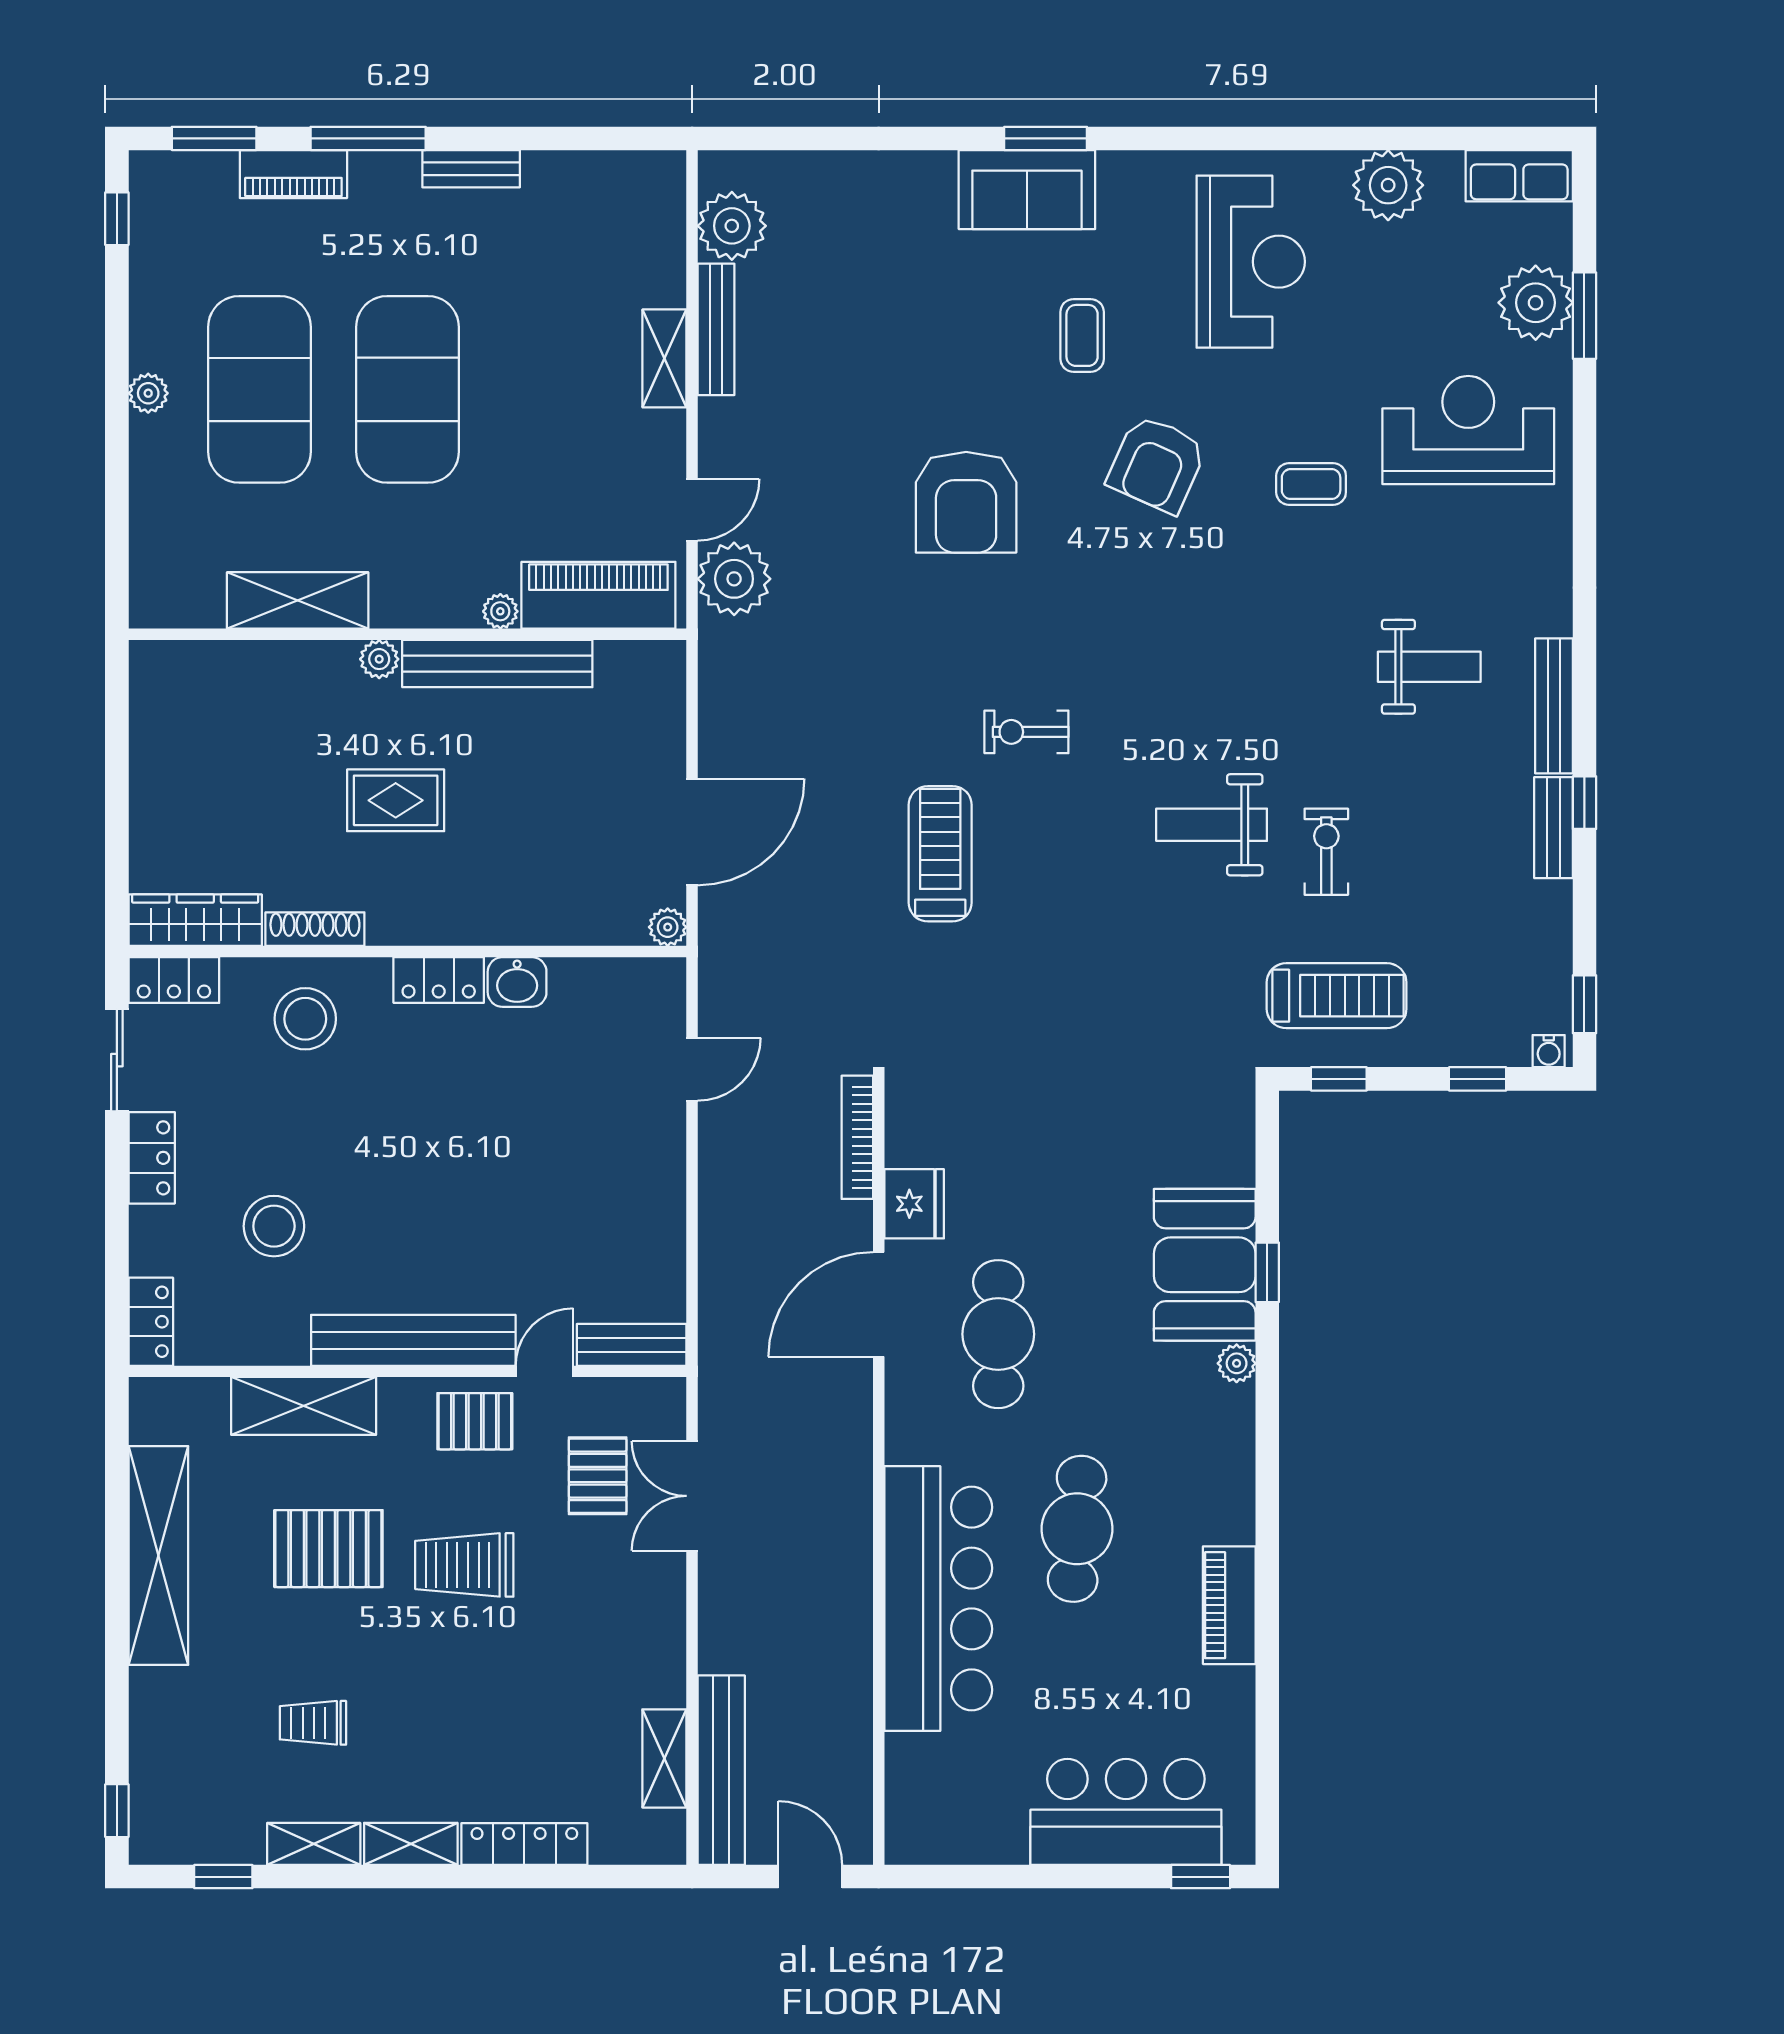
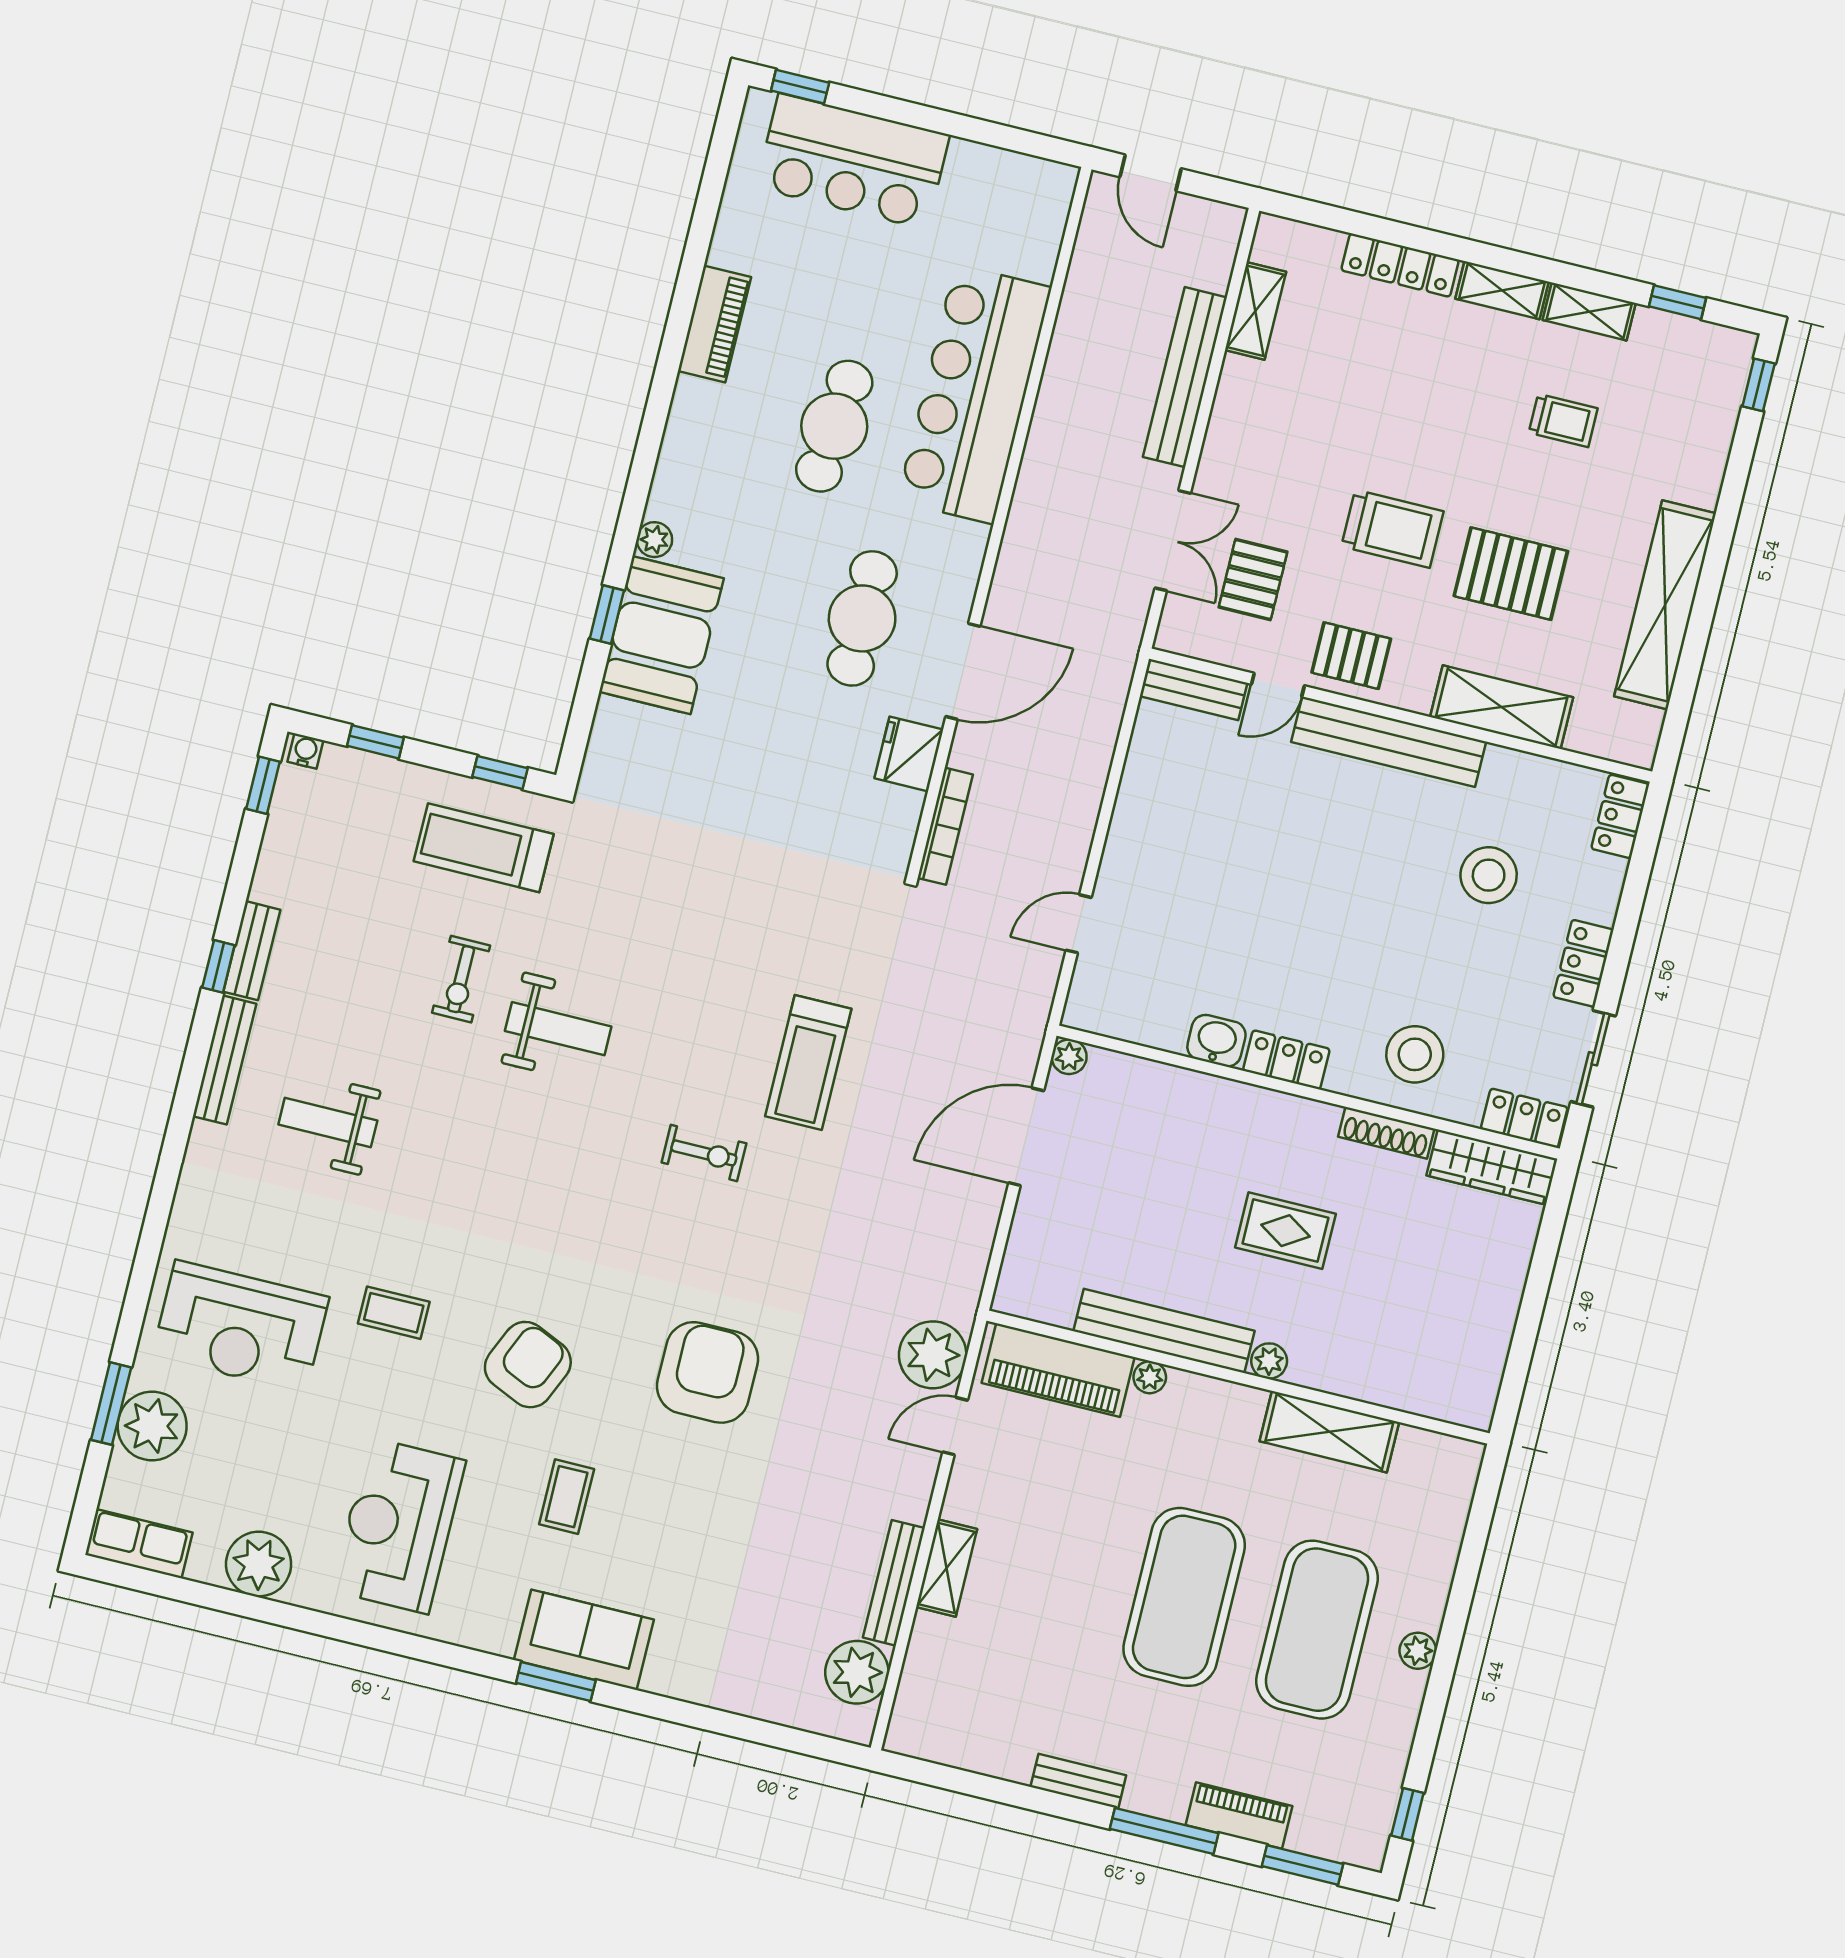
bench: (721, 1770) -> (1185, 377), moved

